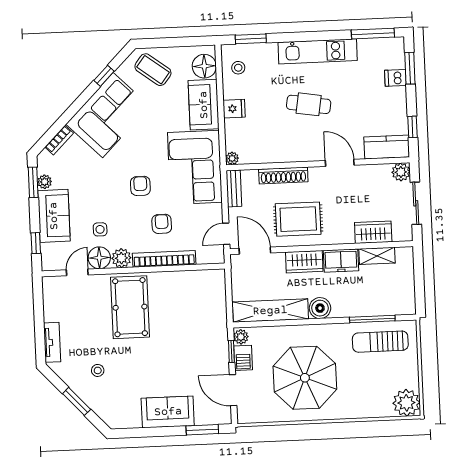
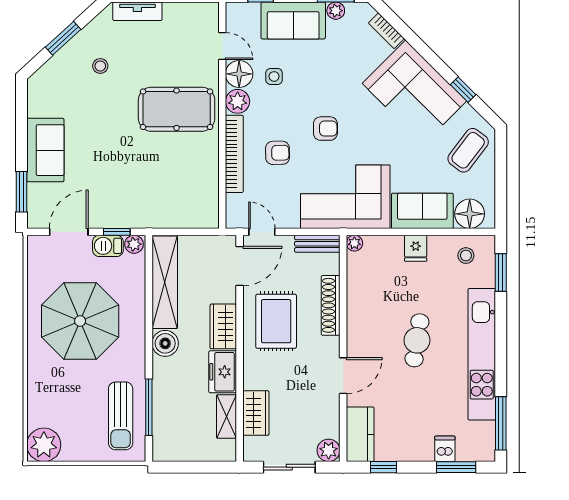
kitchen unit: (318, 51) -> (482, 354), width x1.36
sun lounger: (380, 342) -> (121, 416), turned 180

